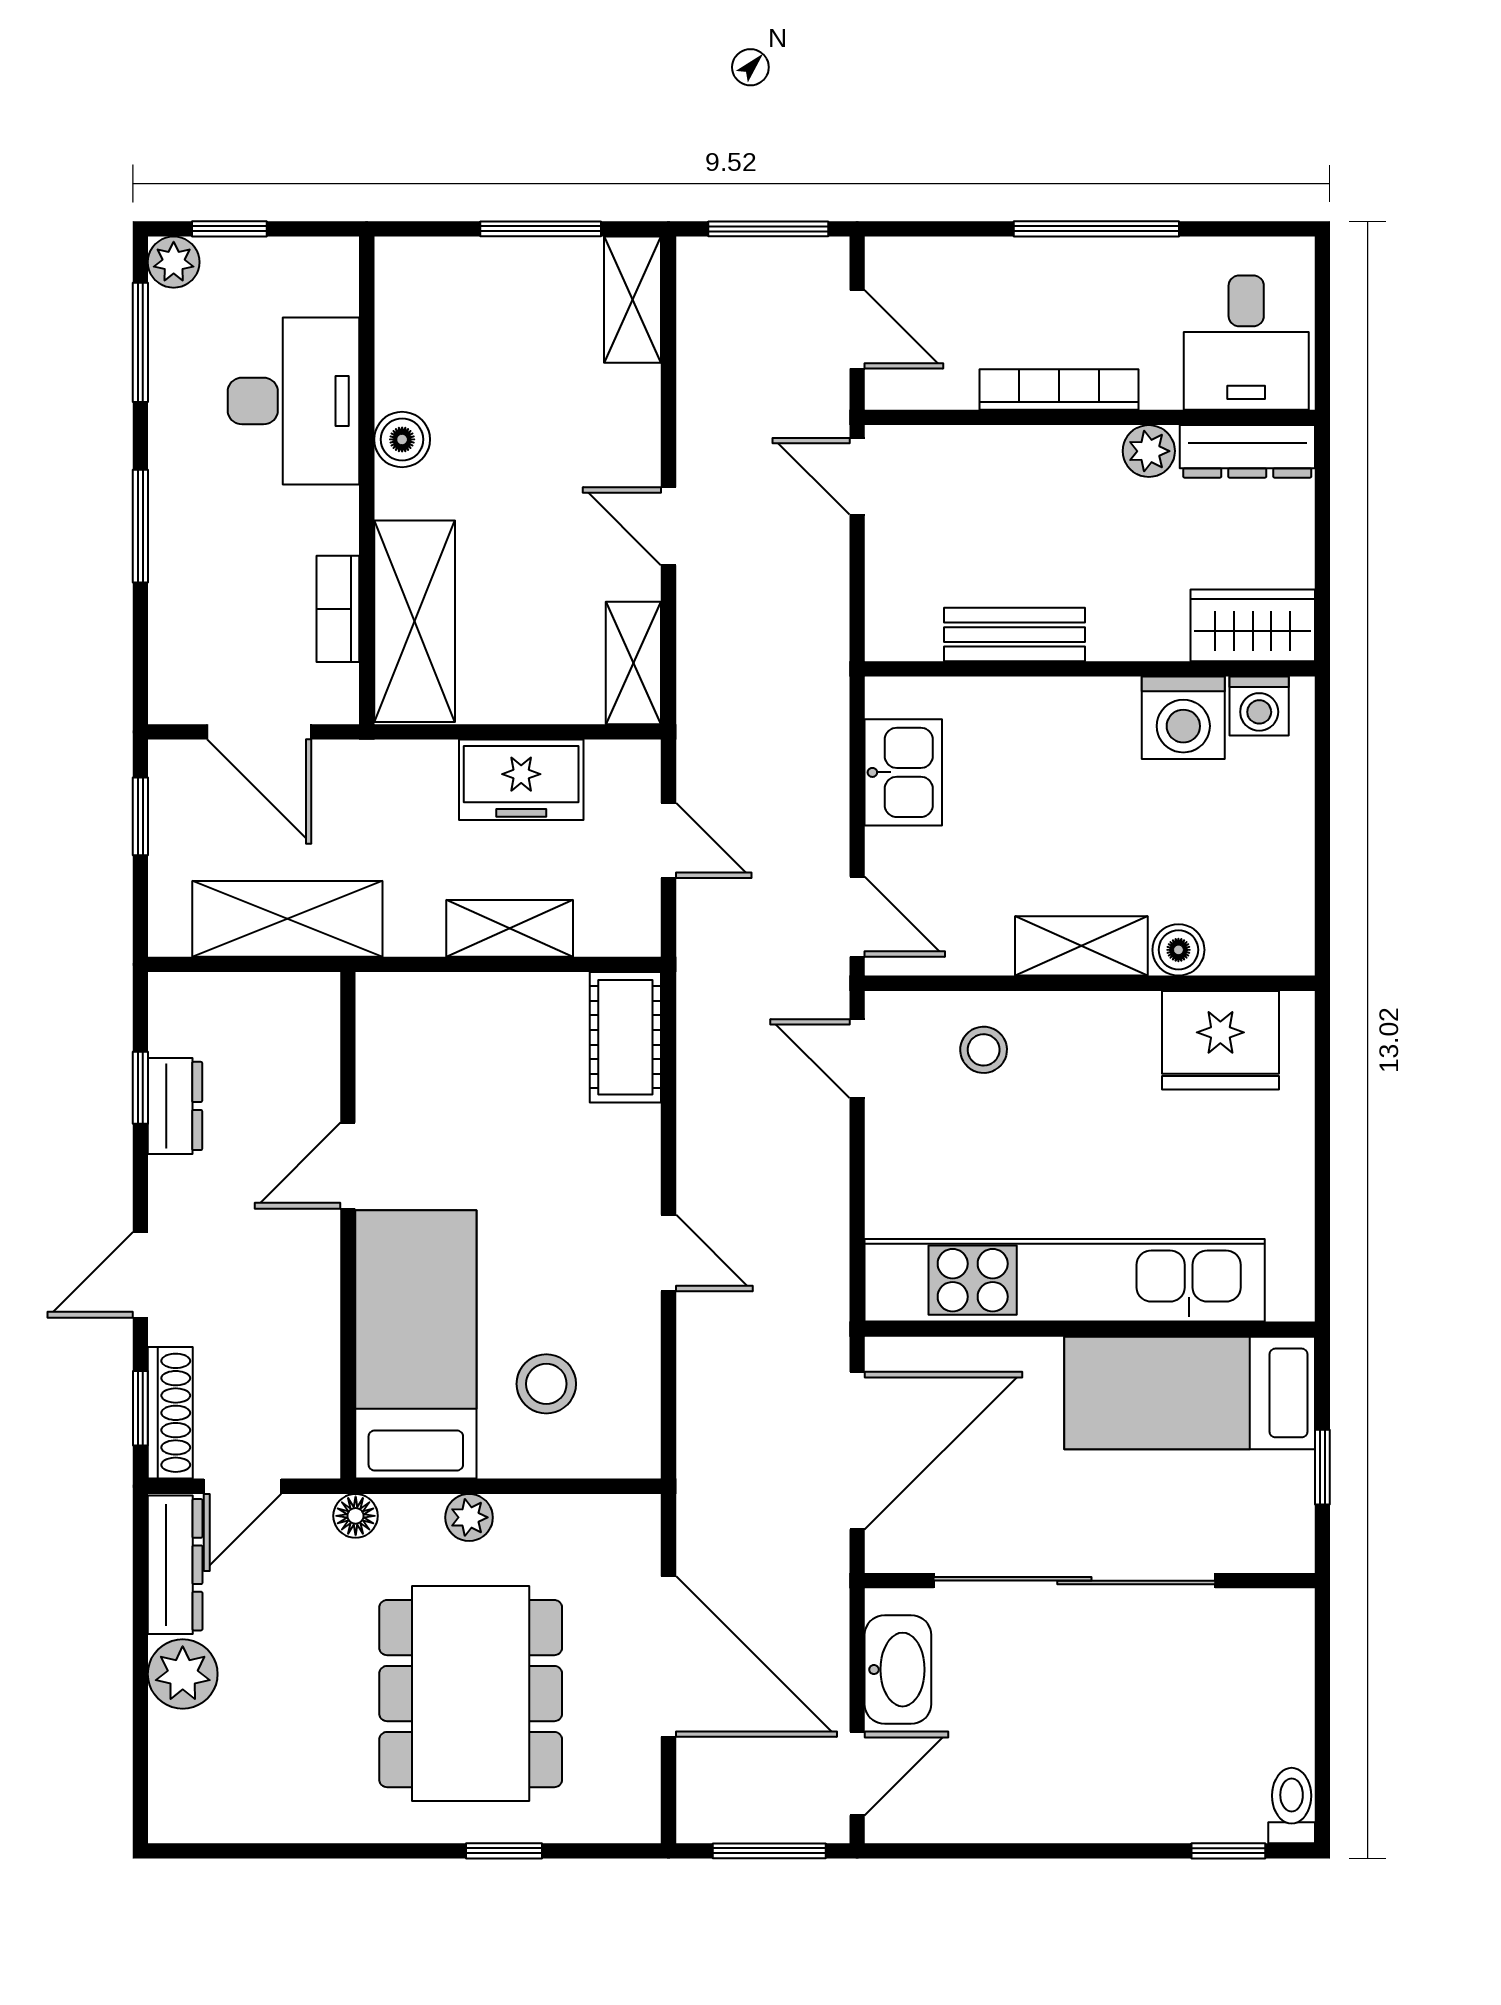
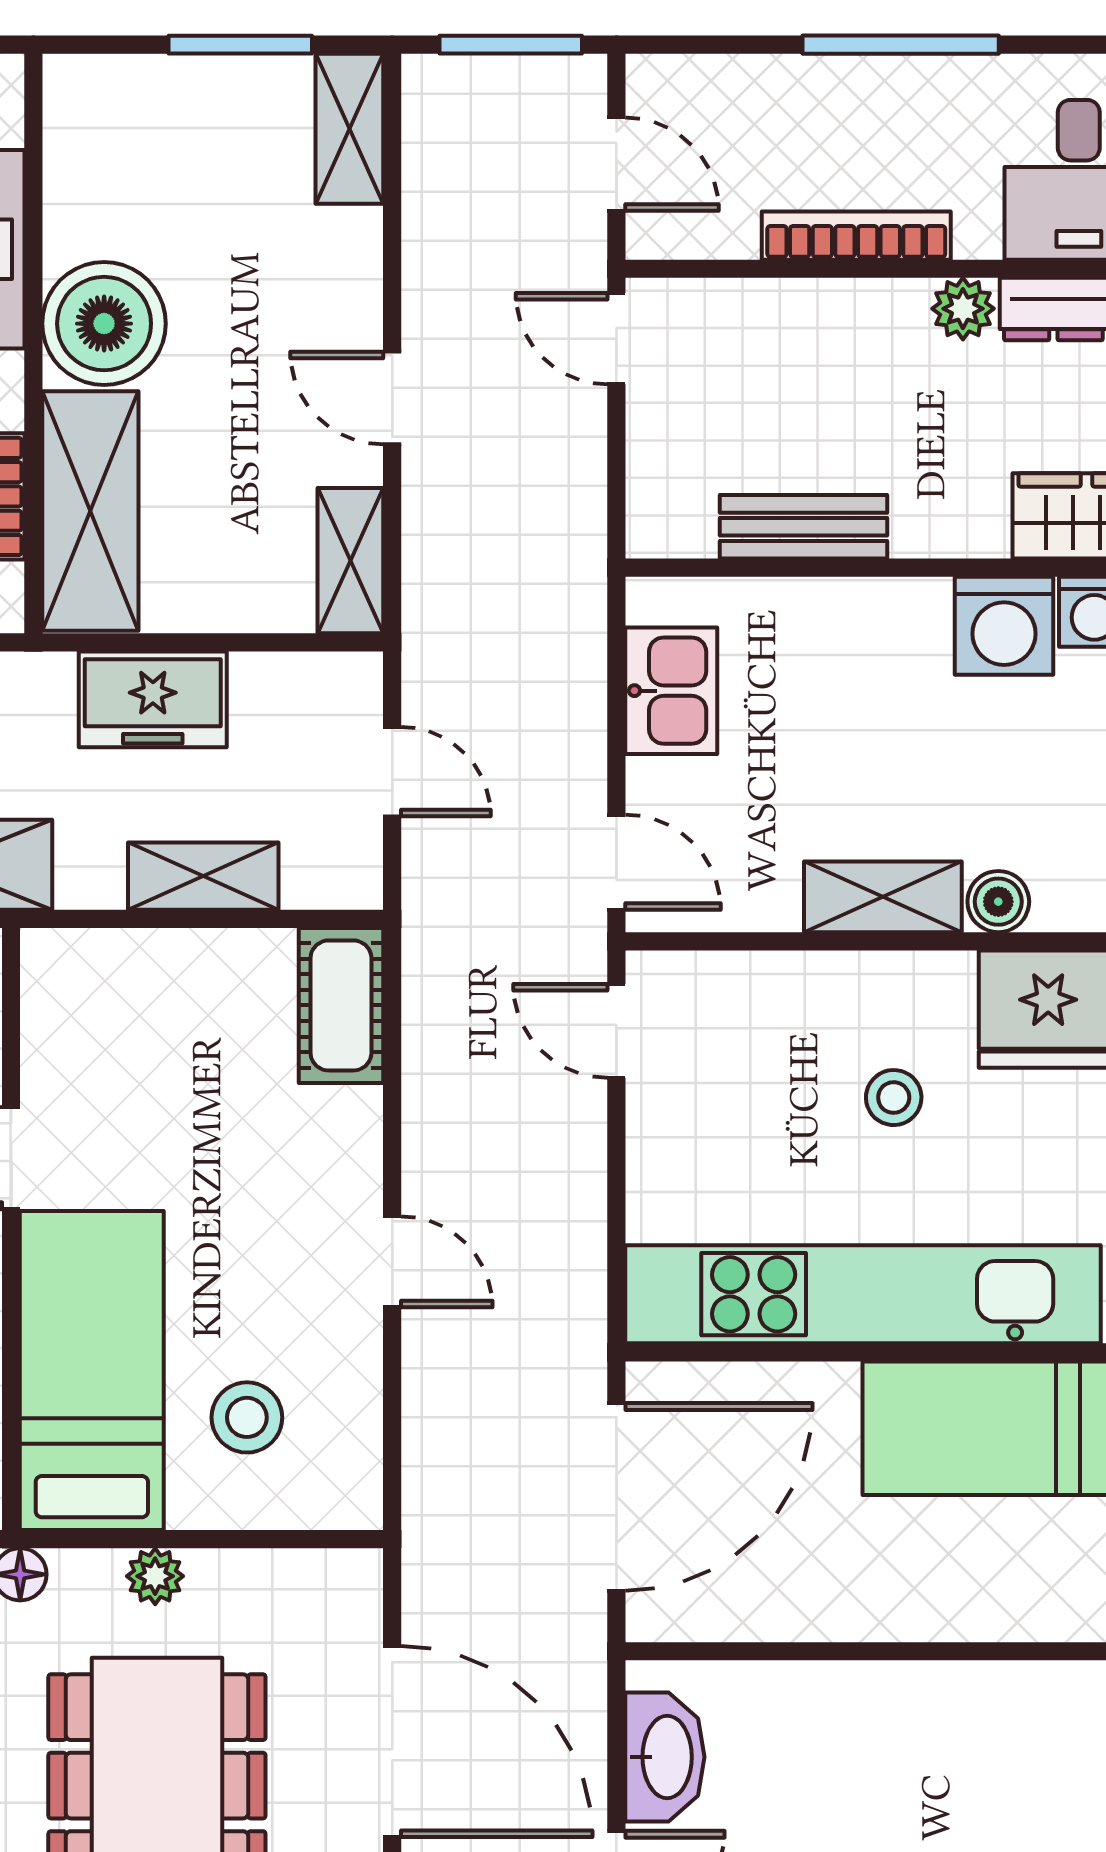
boiler: (402, 439) -> (104, 324), width x1.86, depth x1.86
freezer: (521, 780) -> (153, 699), moved
stool: (984, 1050) -> (894, 1098), moved
sliding door: (1074, 1581) -> (875, 1651), removed

